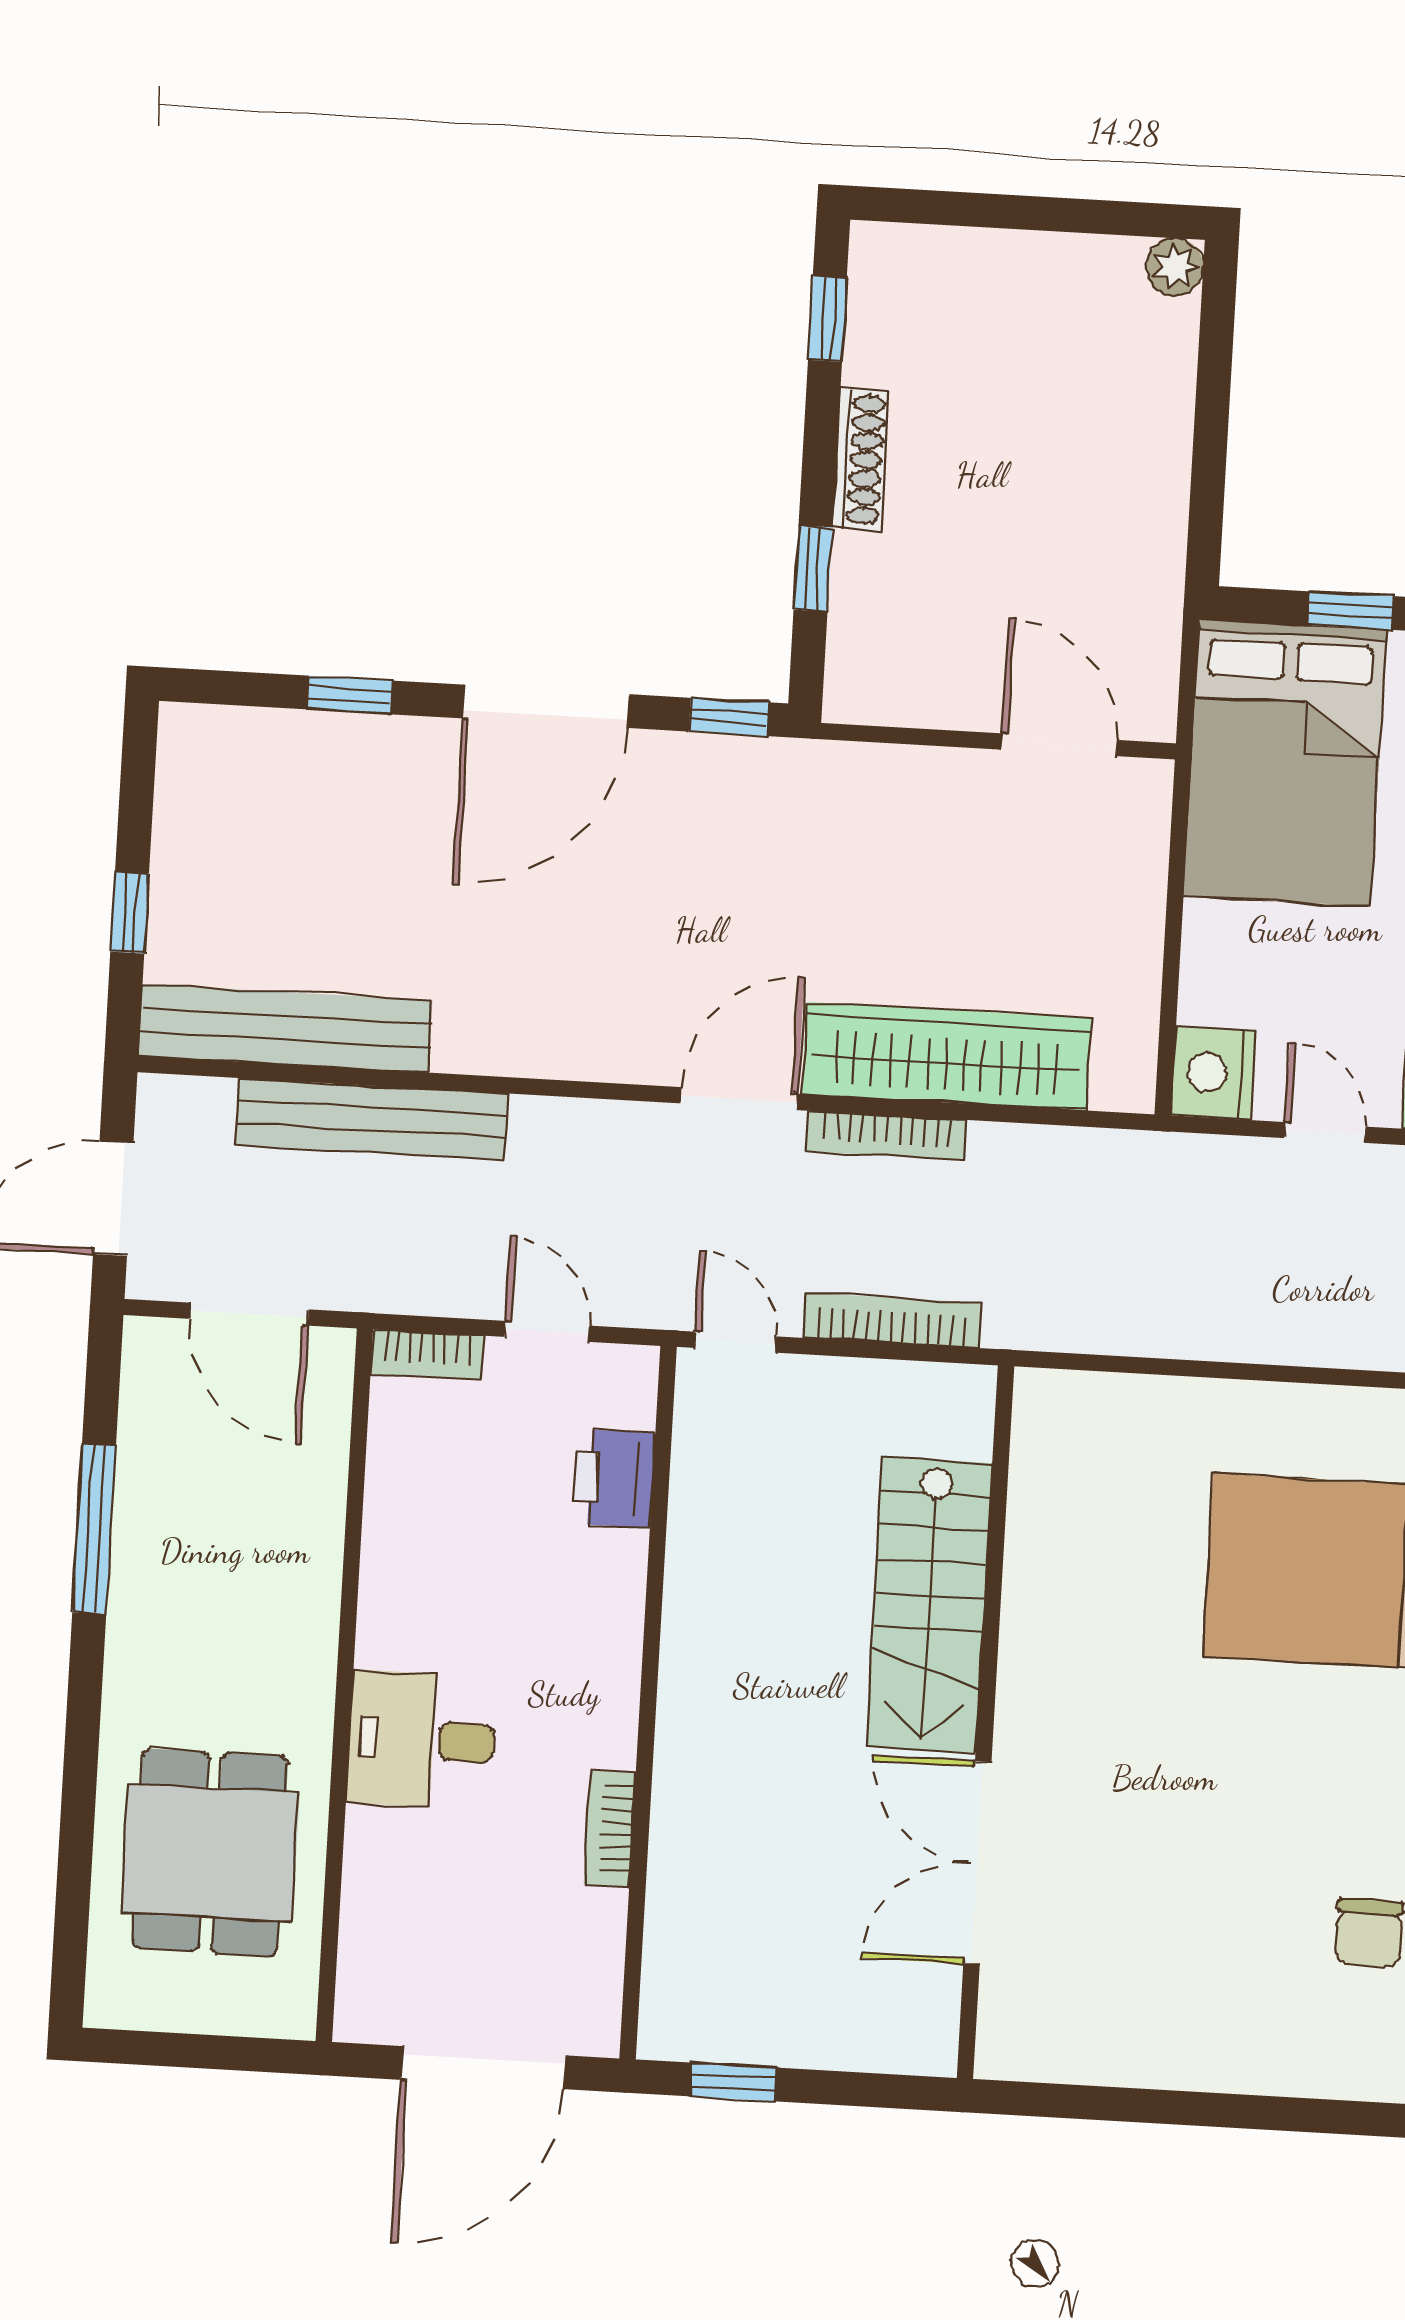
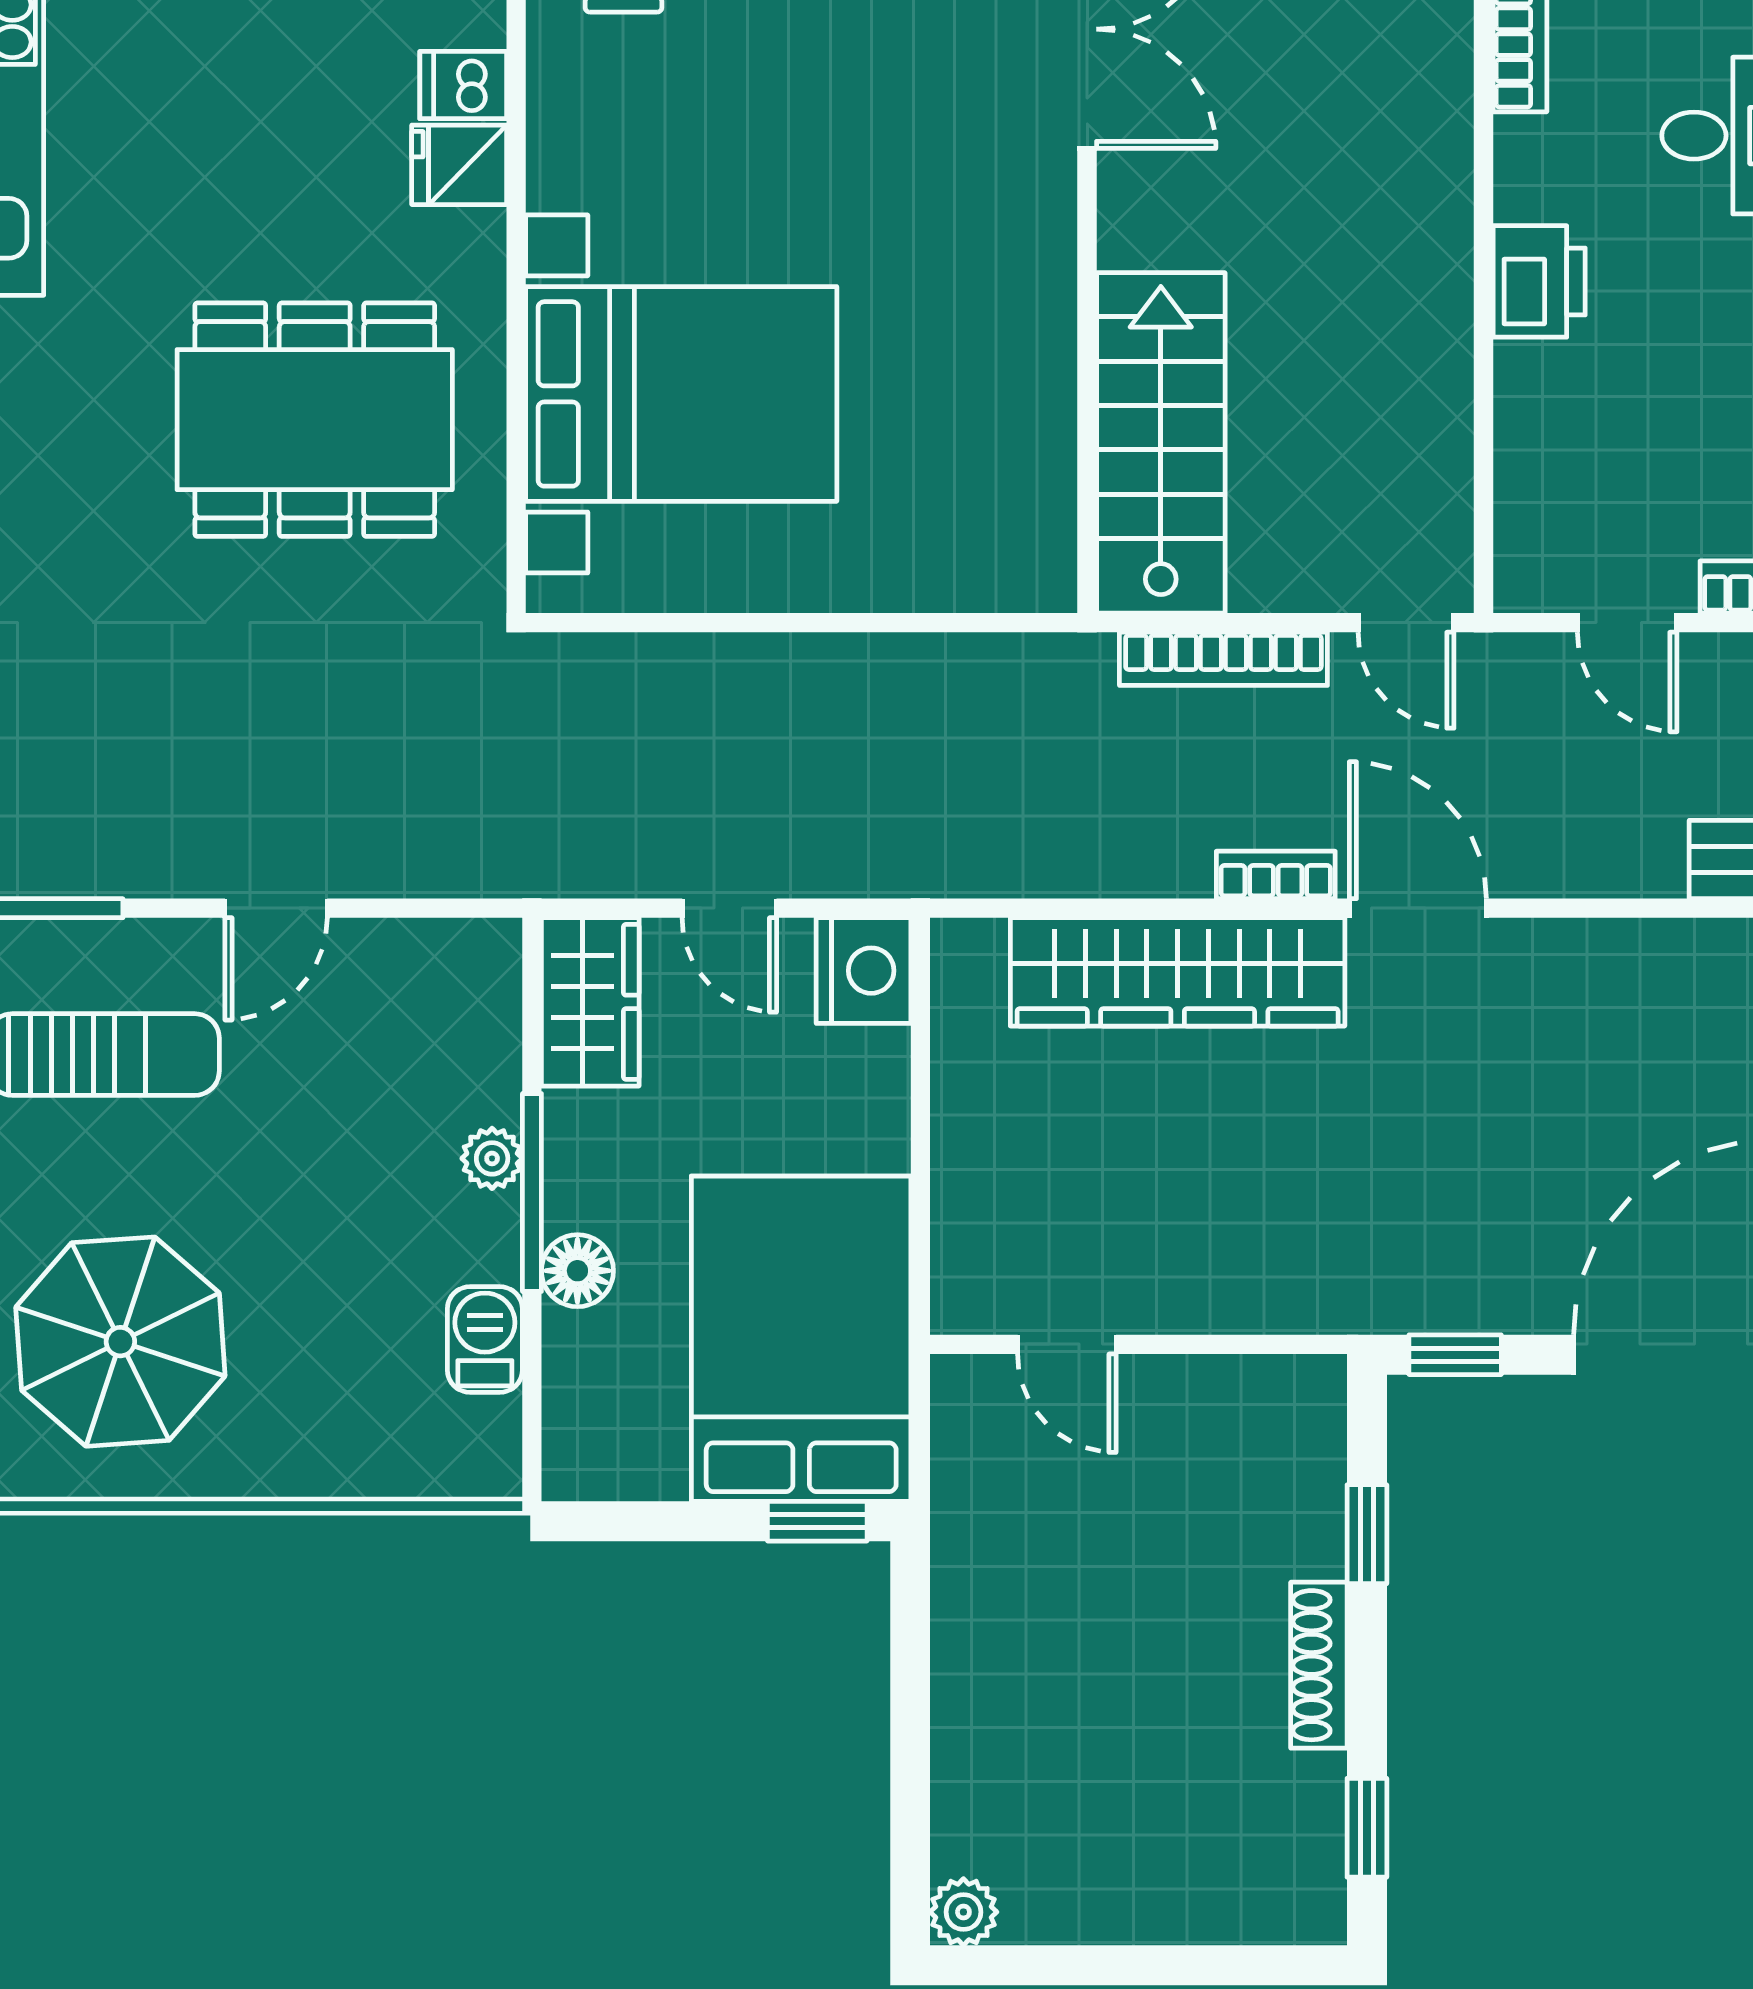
window: (1351, 611) -> (817, 1521), moved
door: (1059, 745) -> (1067, 1344), width x0.73
door: (739, 1099) -> (1418, 908), swing flipped
bookcase: (887, 1136) -> (1276, 875), width x0.64
printer: (614, 1478) -> (1539, 281), moved
stairs: (929, 1605) -> (1161, 443), moved

